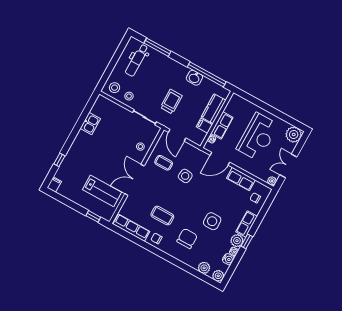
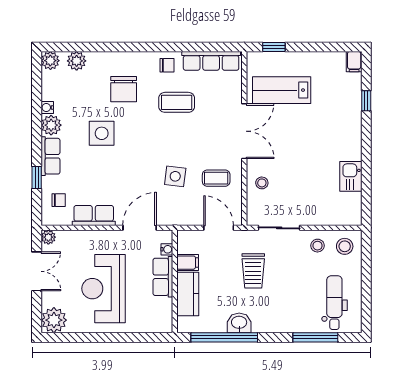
window: (247, 241) -> (37, 178), moved
water cooler: (228, 259) -> (49, 92), removed

